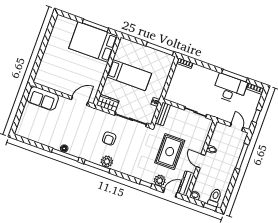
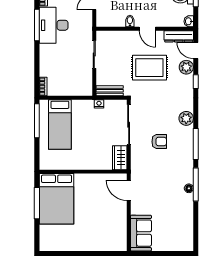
bed: (129, 75) -> (60, 124), moved, turned 180
plant: (107, 161) -> (186, 118), moved
door: (201, 161) -> (147, 29), hinge flipped

